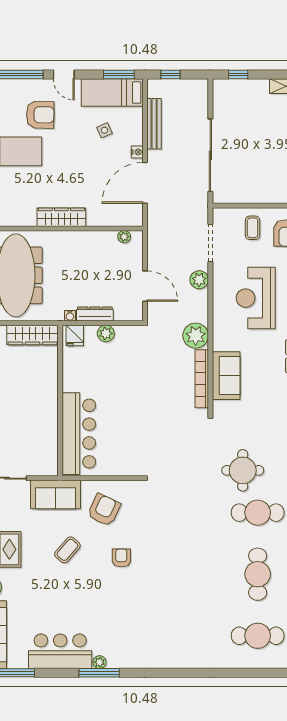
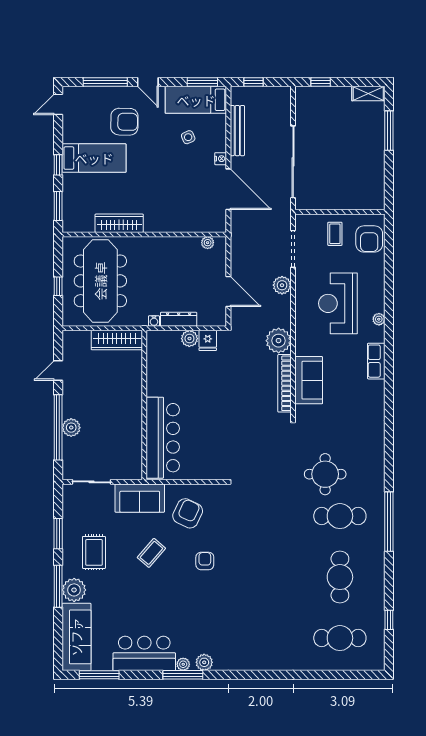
door: (145, 183) -> (228, 189), swing flipped
wardrobe: (61, 217) -> (119, 223), moved
fridge: (75, 335) -> (208, 340), moved
plant: (121, 660) -> (204, 662), added

